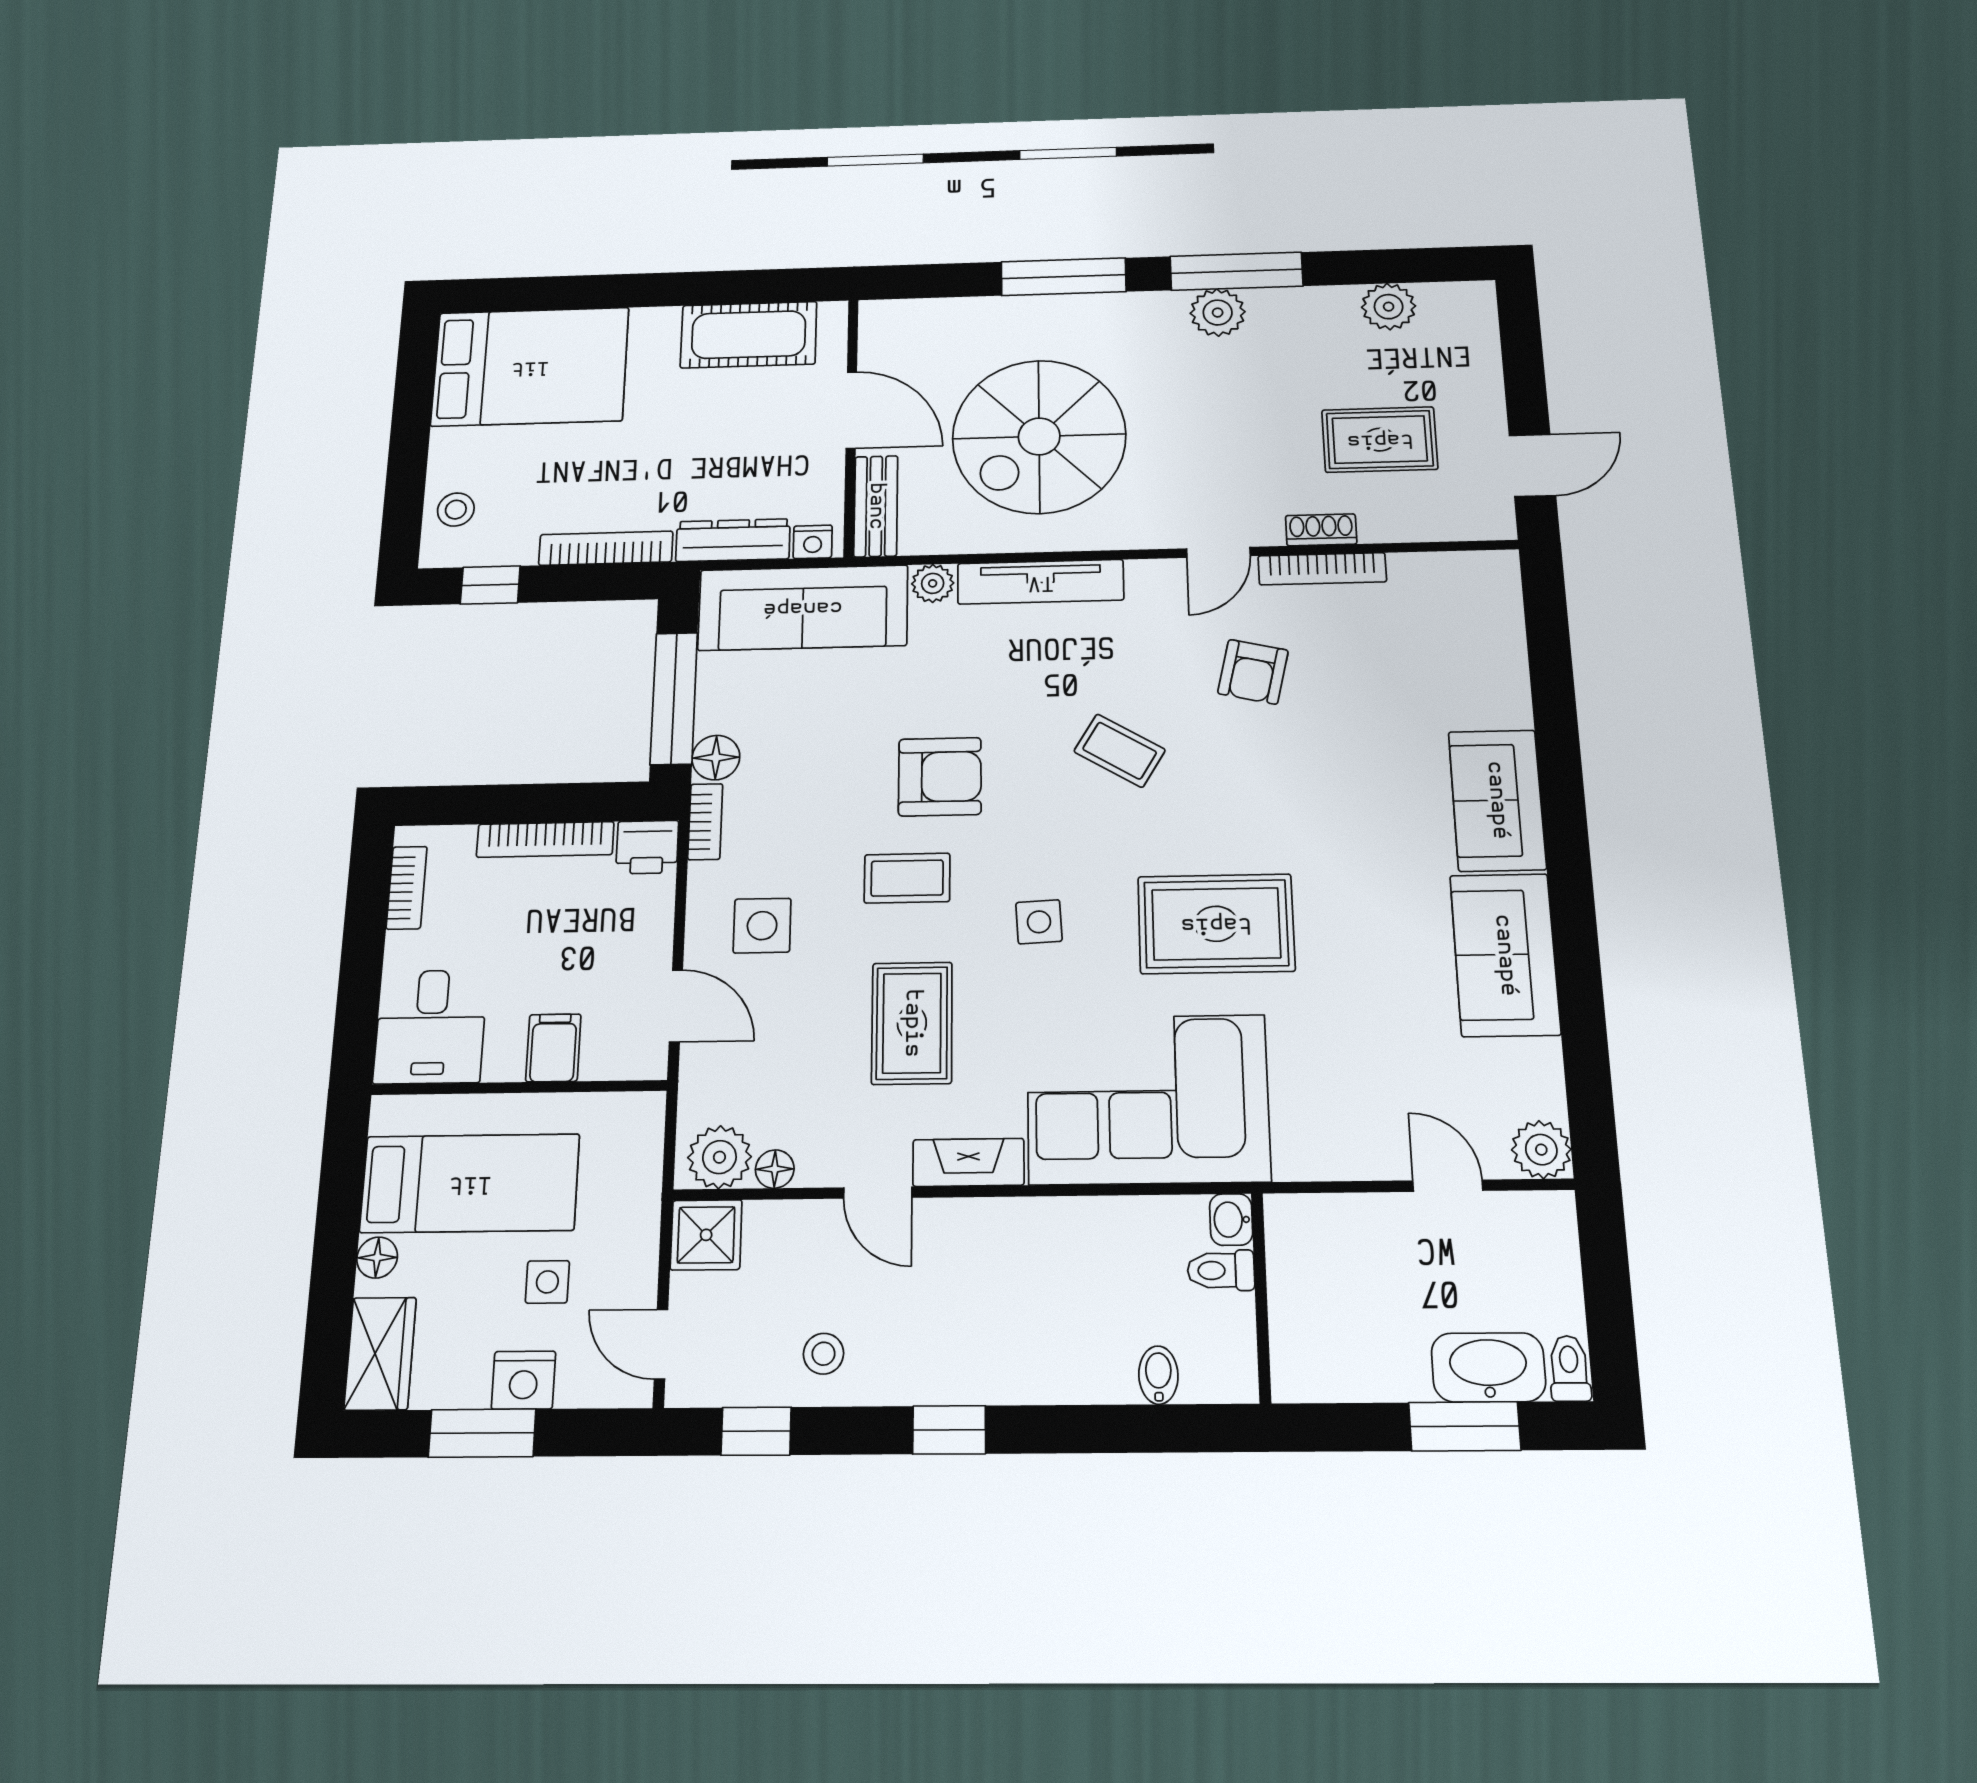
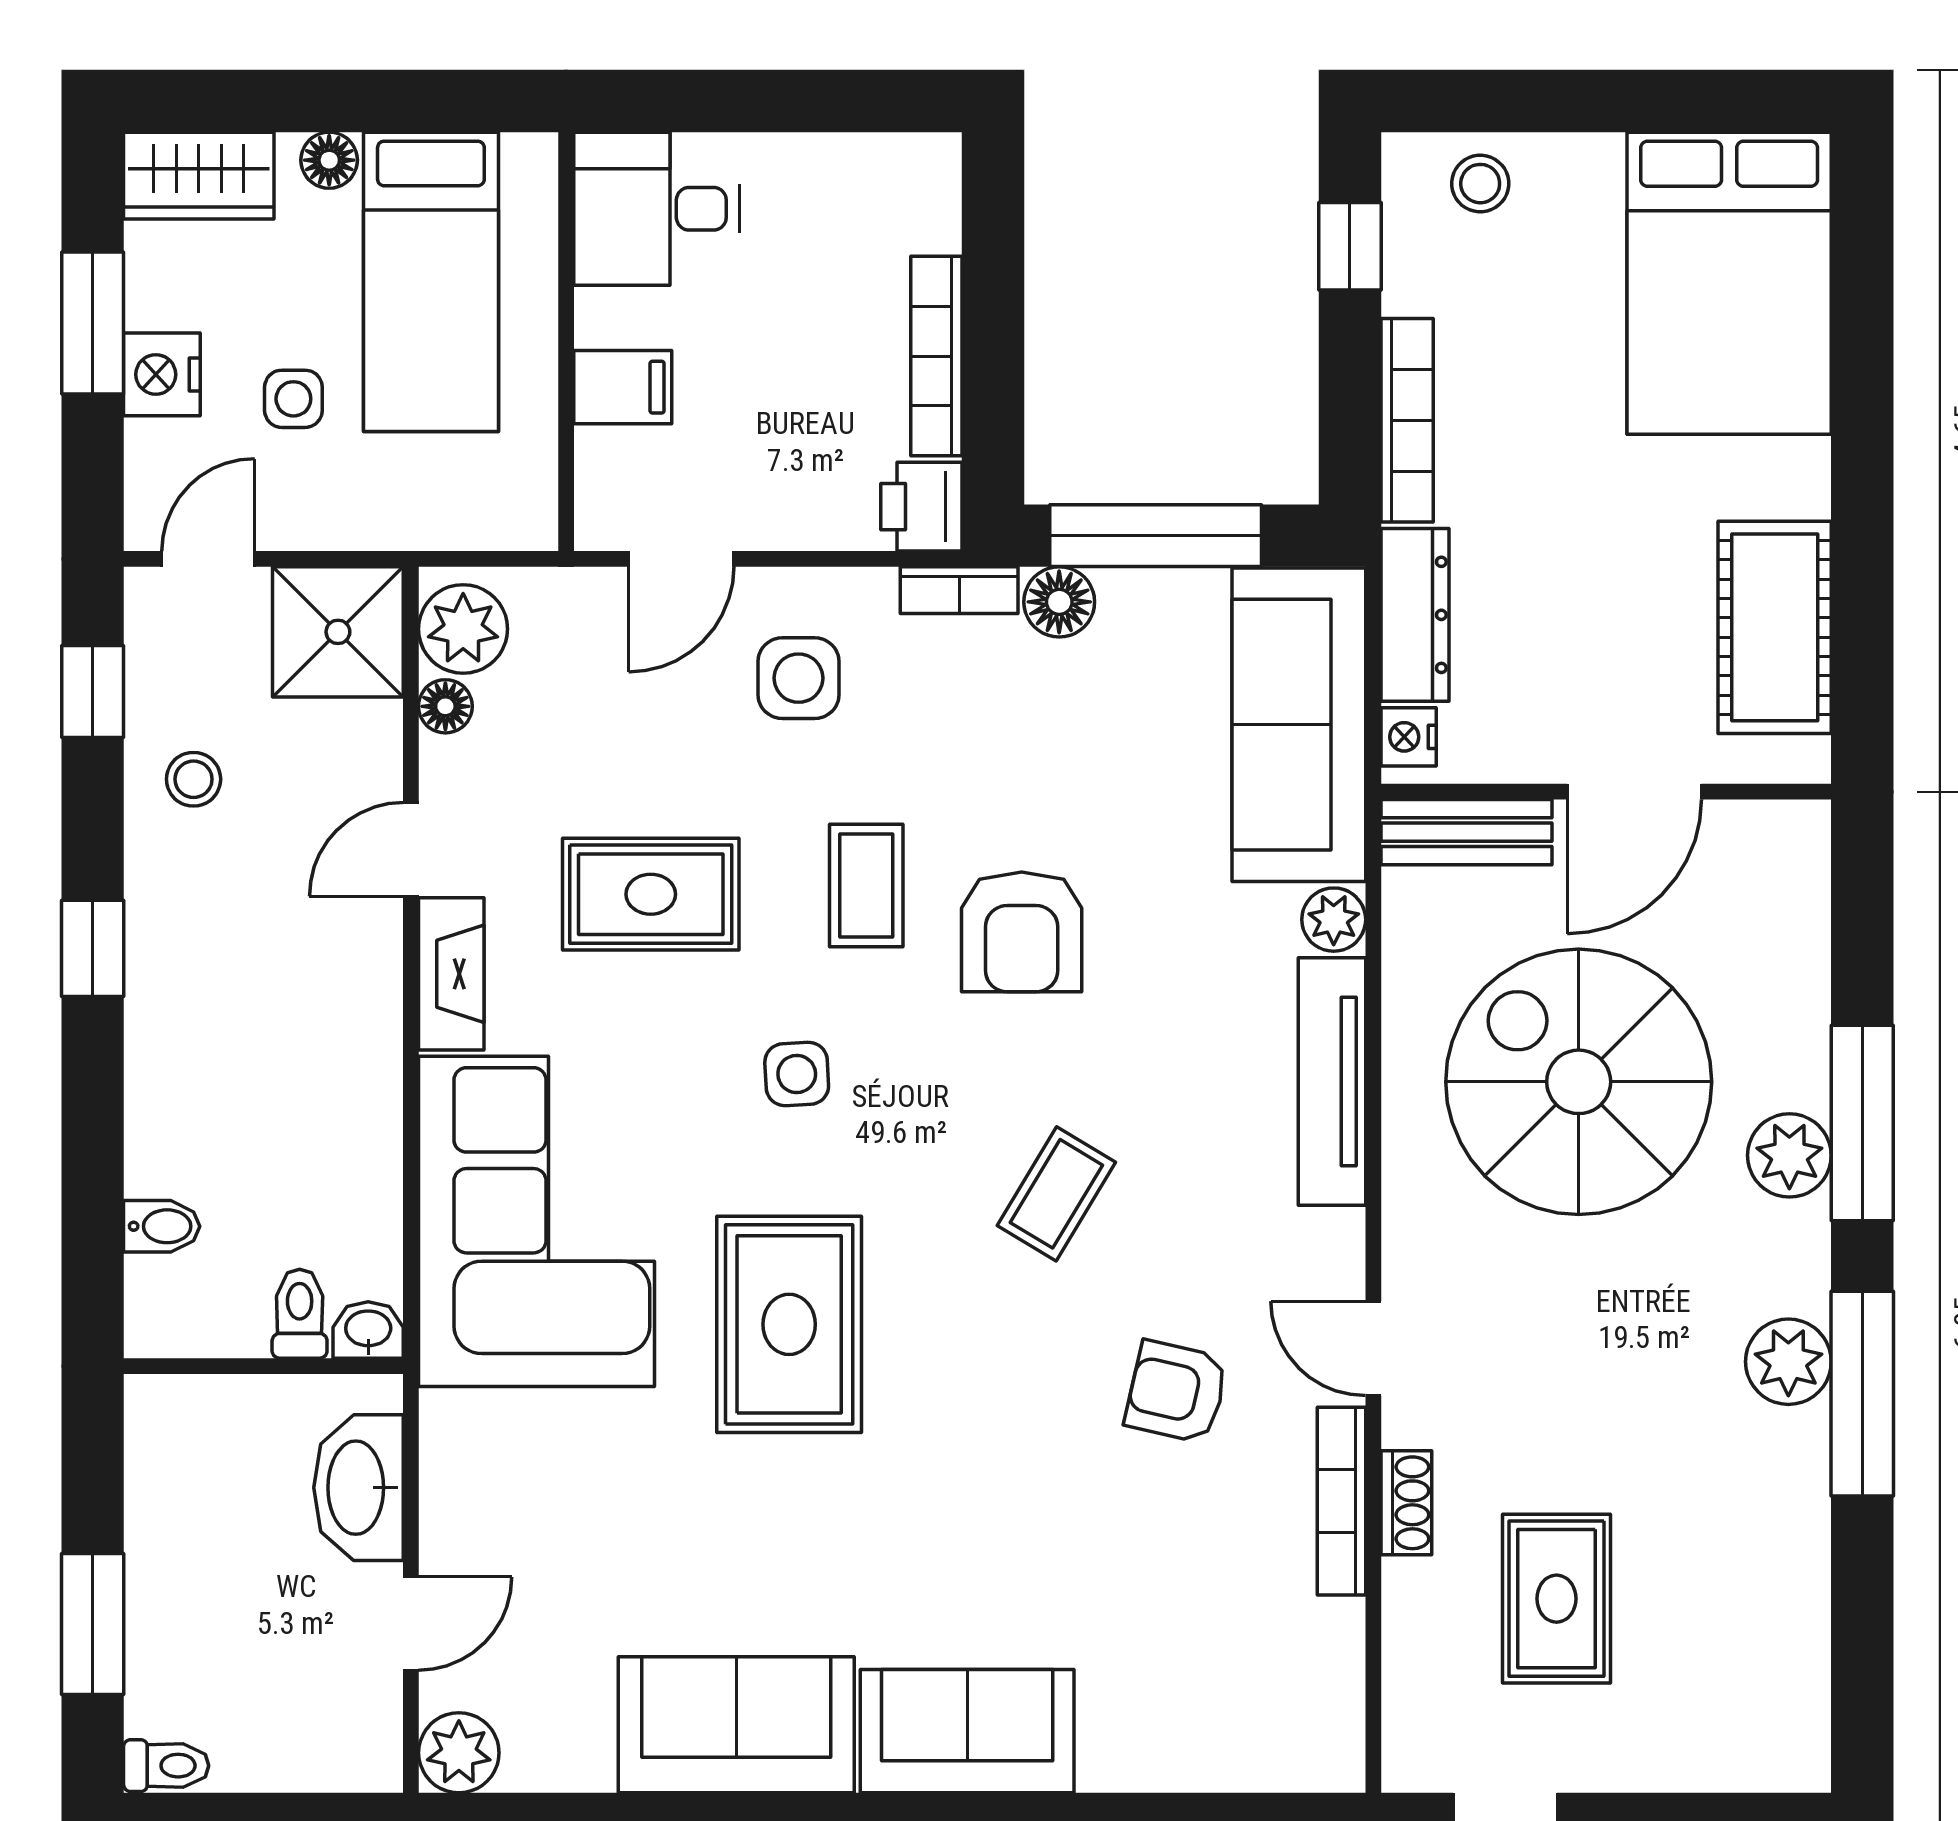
plant: (1389, 307) -> (1789, 1155), moved
bookcase: (407, 888) -> (866, 157), removed
shower: (706, 1235) -> (338, 632), width x1.36, depth x1.36
washbasin: (1488, 1367) -> (358, 1488), moved, turned 180

